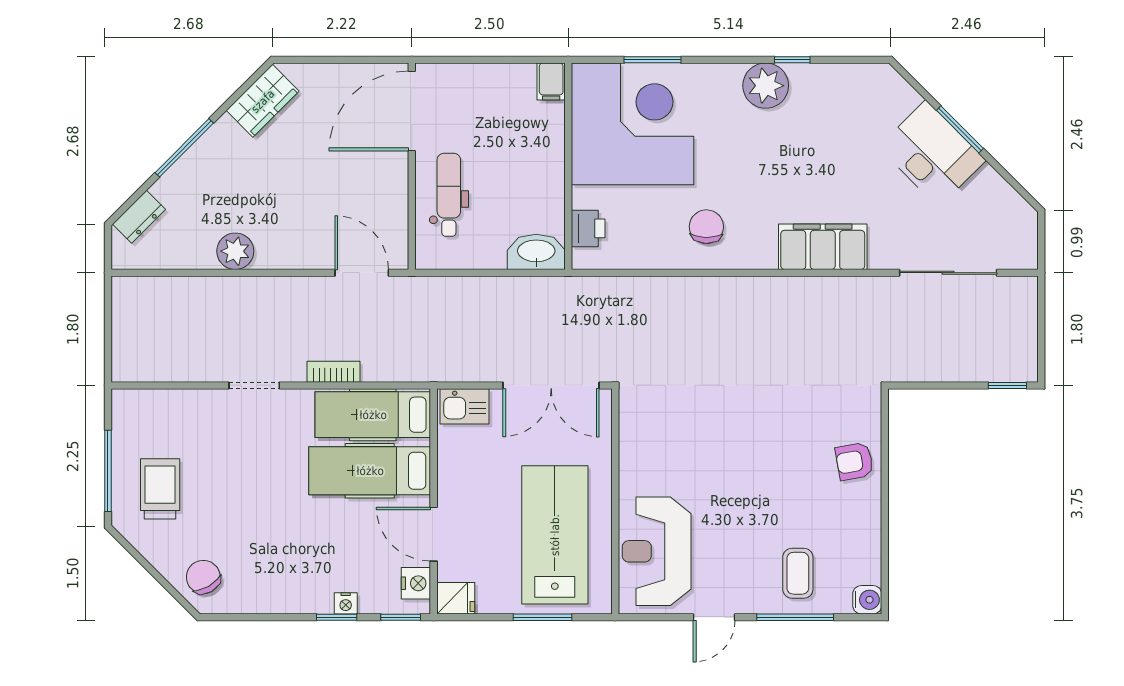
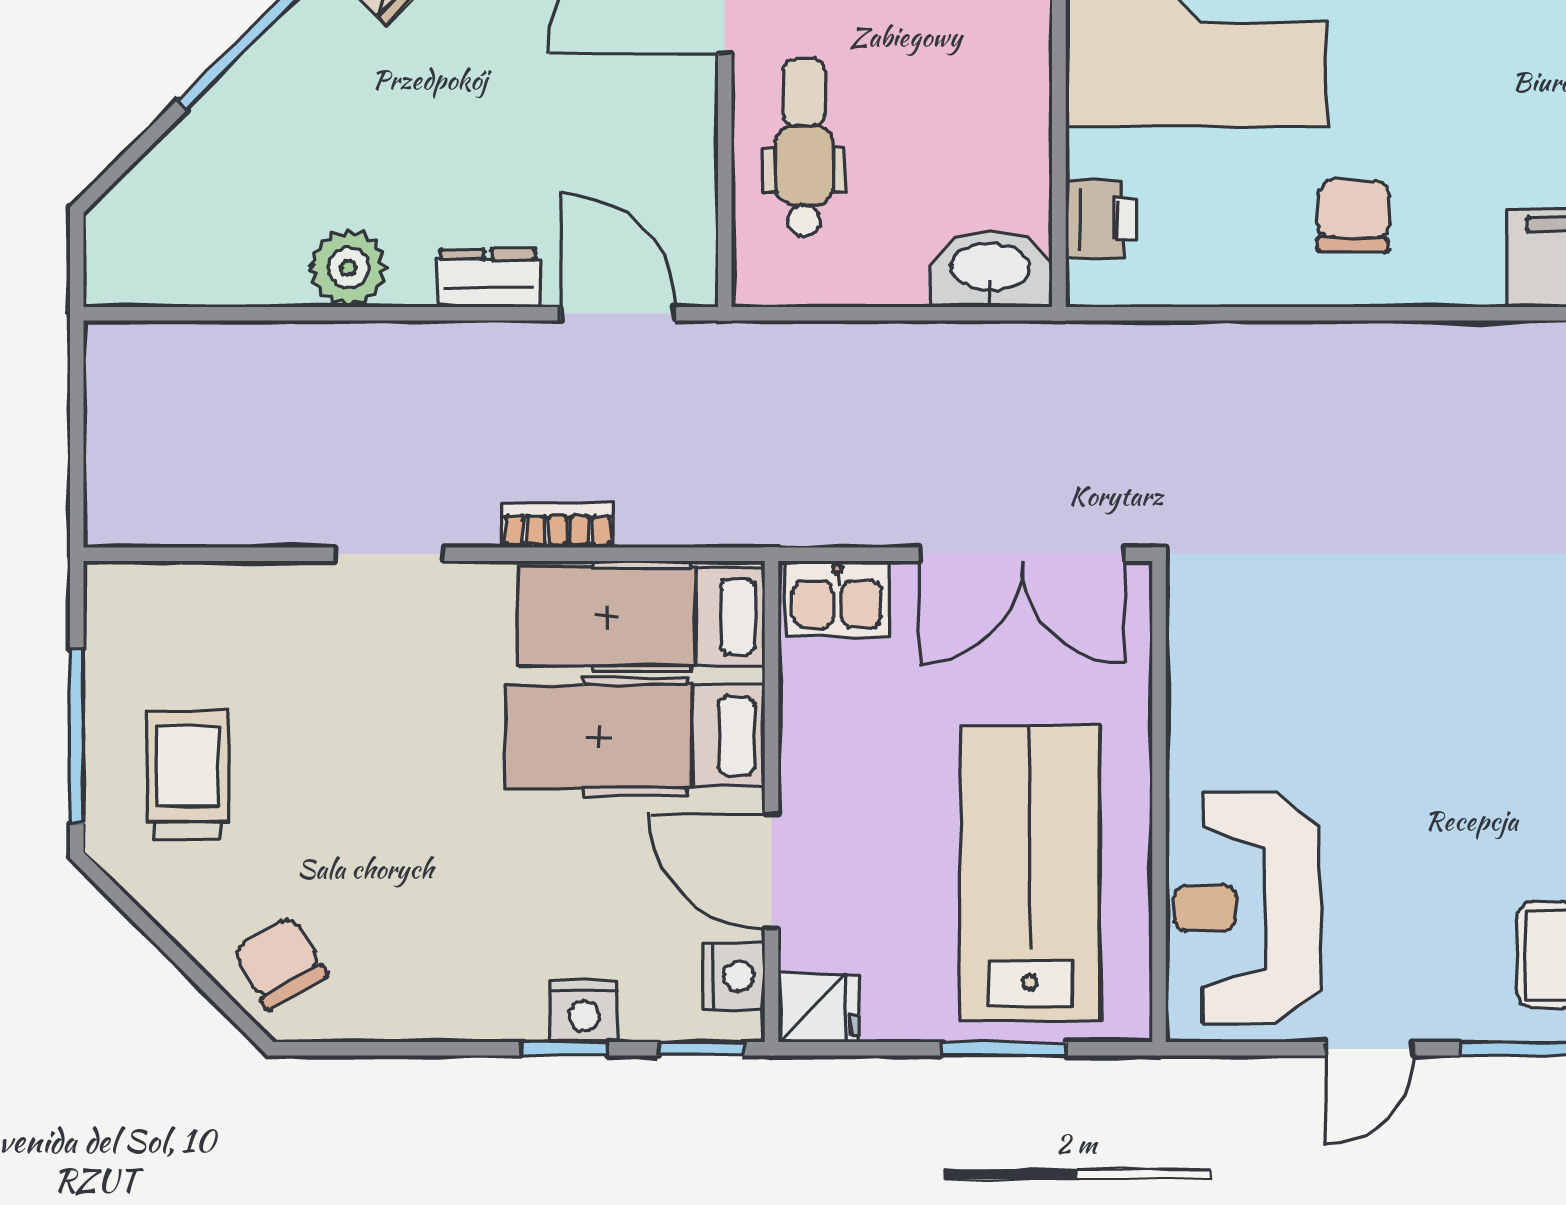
dresser: (139, 217) -> (488, 278), moved, turned -135
nightstand: (346, 603) -> (584, 1011), width x1.39, depth x1.35

